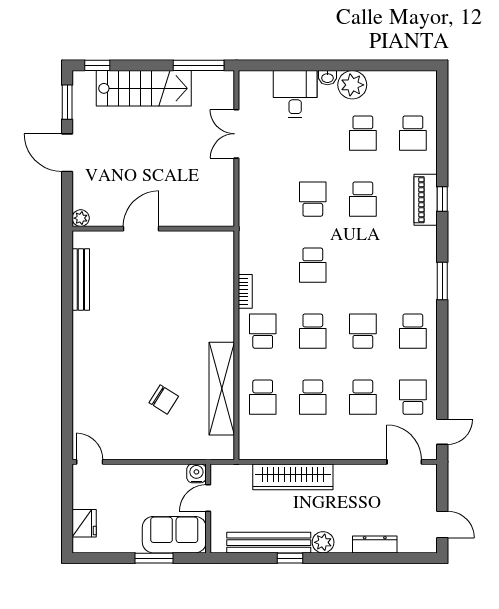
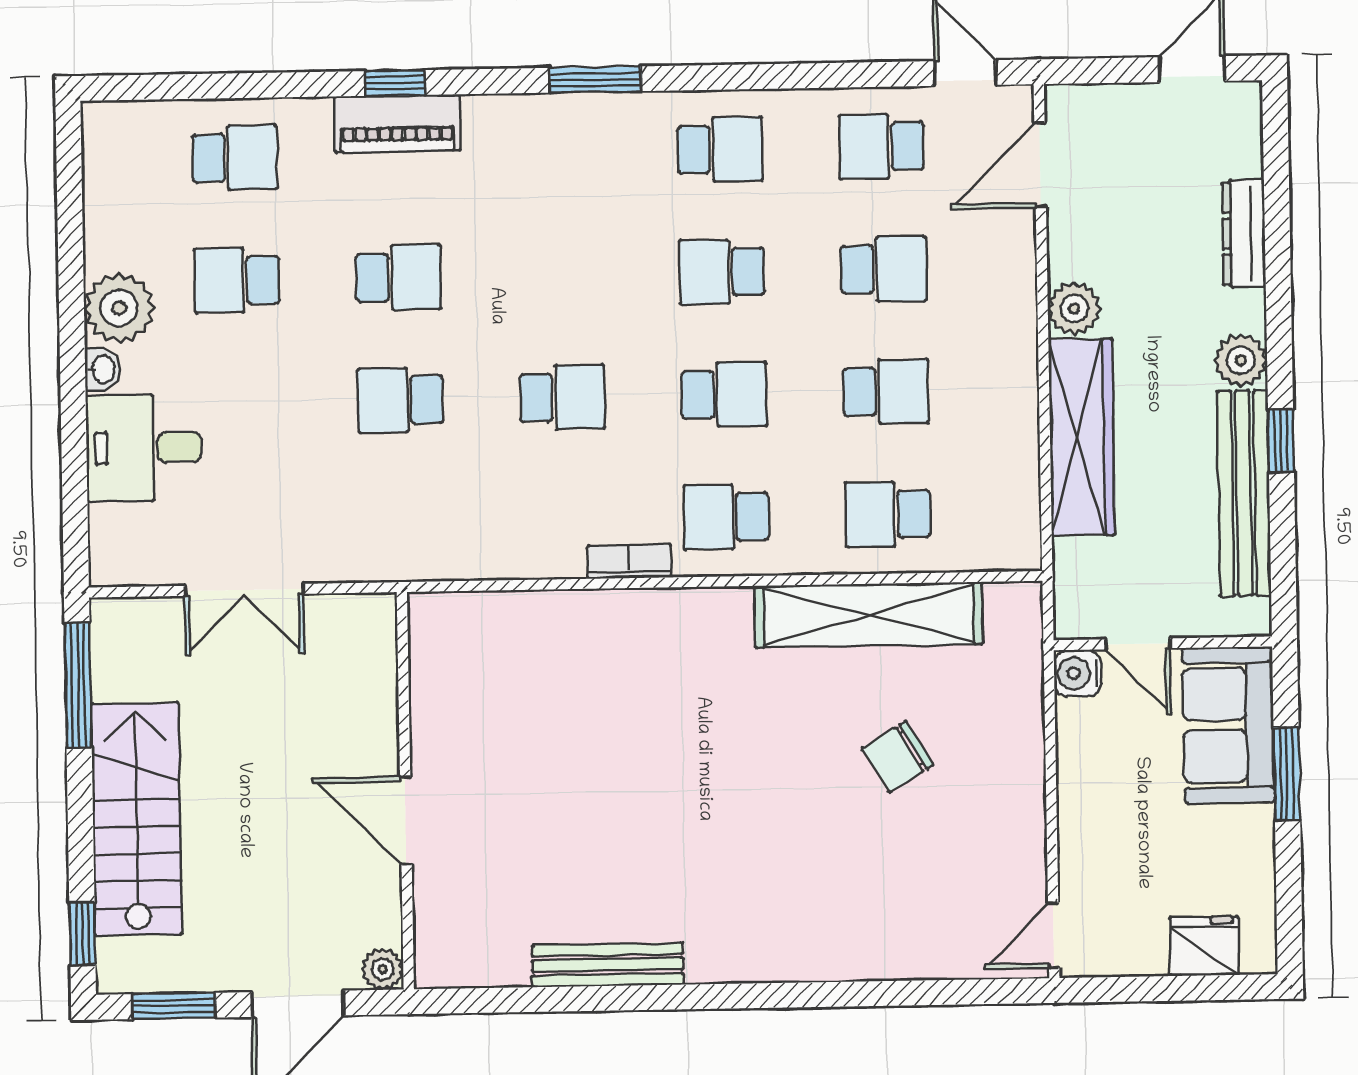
school desk: (363, 133) -> (237, 280), turned 180
plant: (81, 218) -> (383, 969), moved
door: (141, 229) -> (406, 821), moved
wall: (153, 229) -> (405, 791), moved
school desk: (263, 397) -> (888, 514), turned 180
chair: (164, 400) -> (898, 756), turned -153
plant: (345, 475) -> (1074, 308), added

